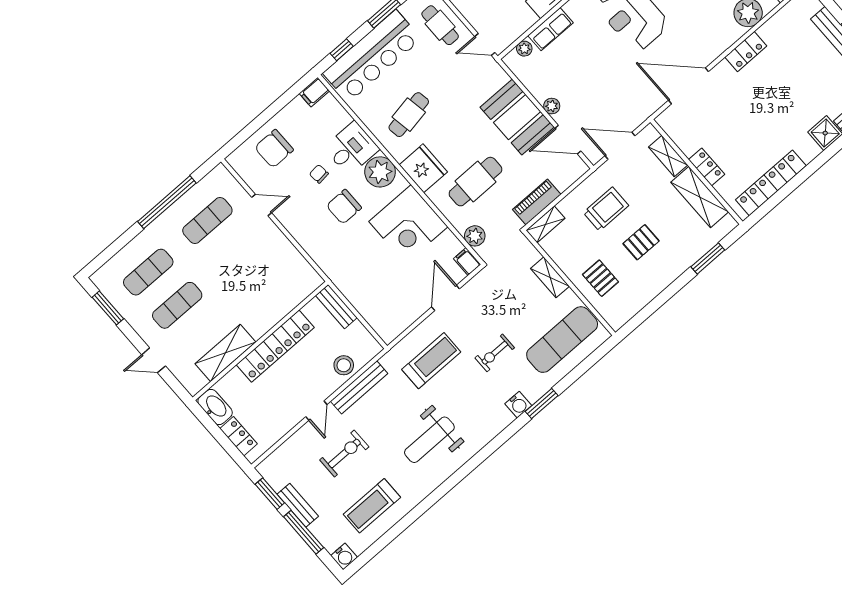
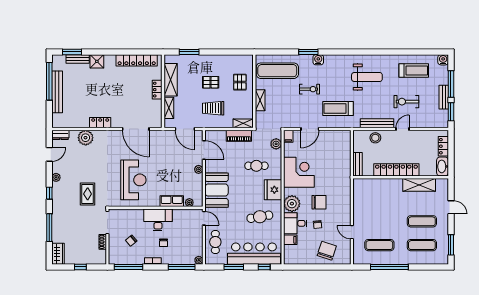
filing cabinet: (314, 92) -> (290, 240), moved
booth: (517, 117) -> (217, 190), moved
chair: (274, 149) -> (327, 251), turned -72
cafe table: (475, 182) -> (256, 166), width x0.73, depth x0.74

